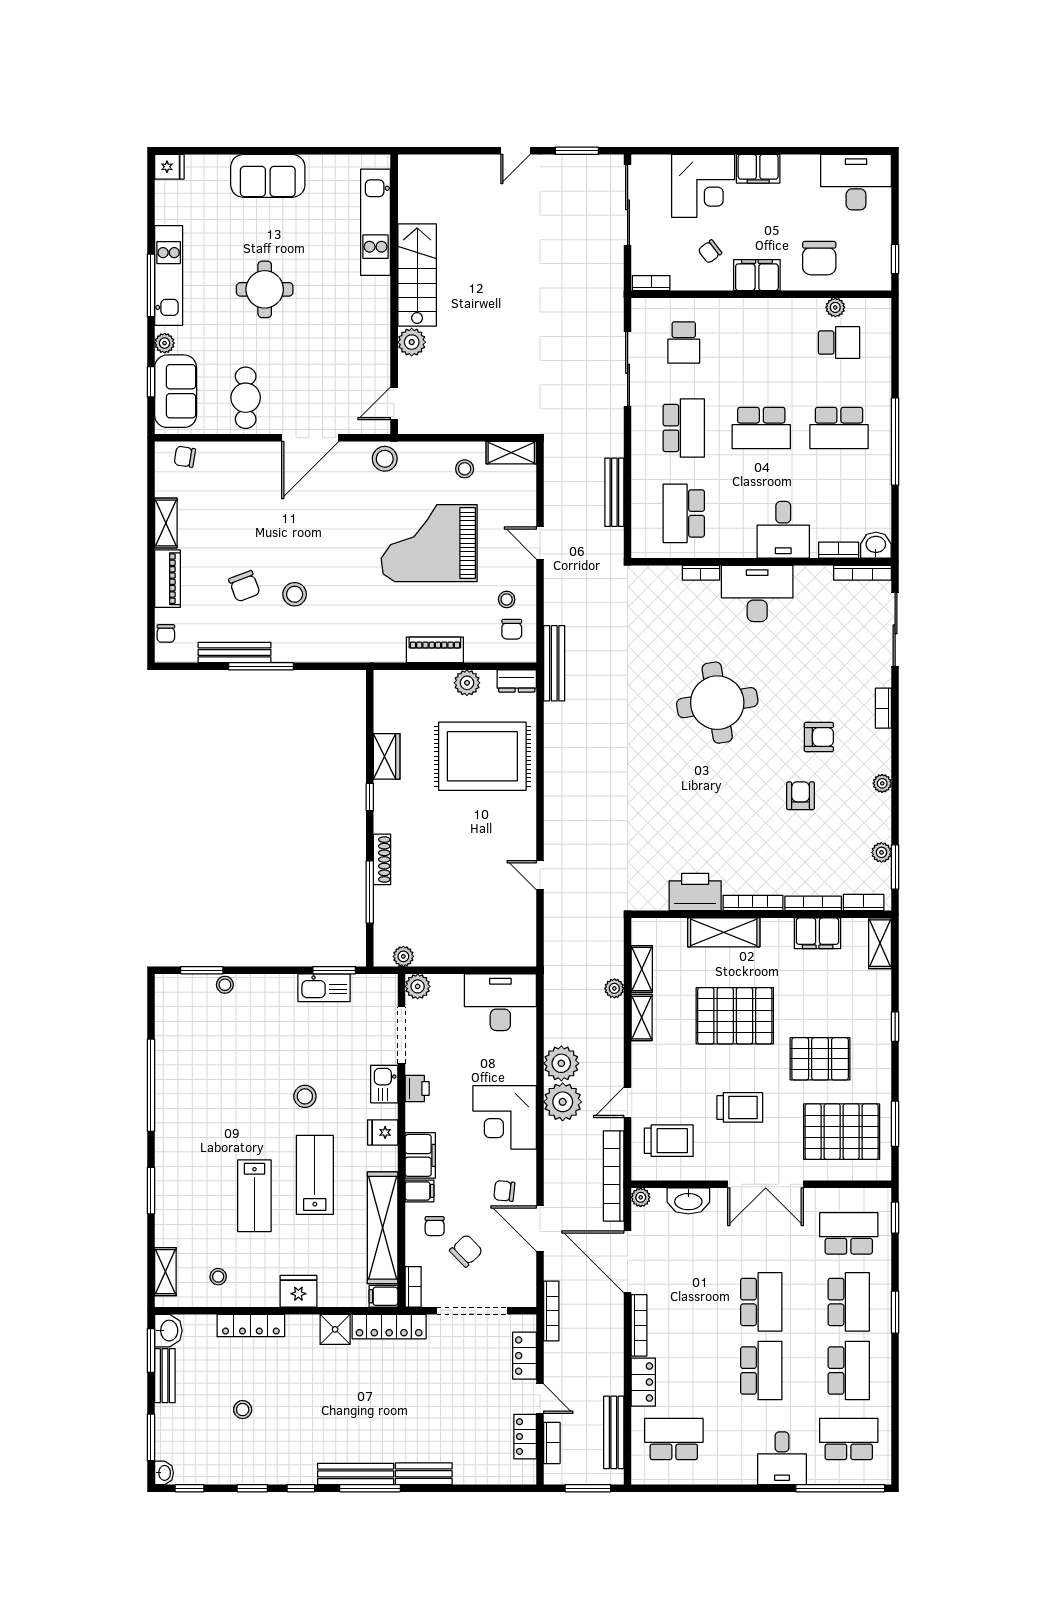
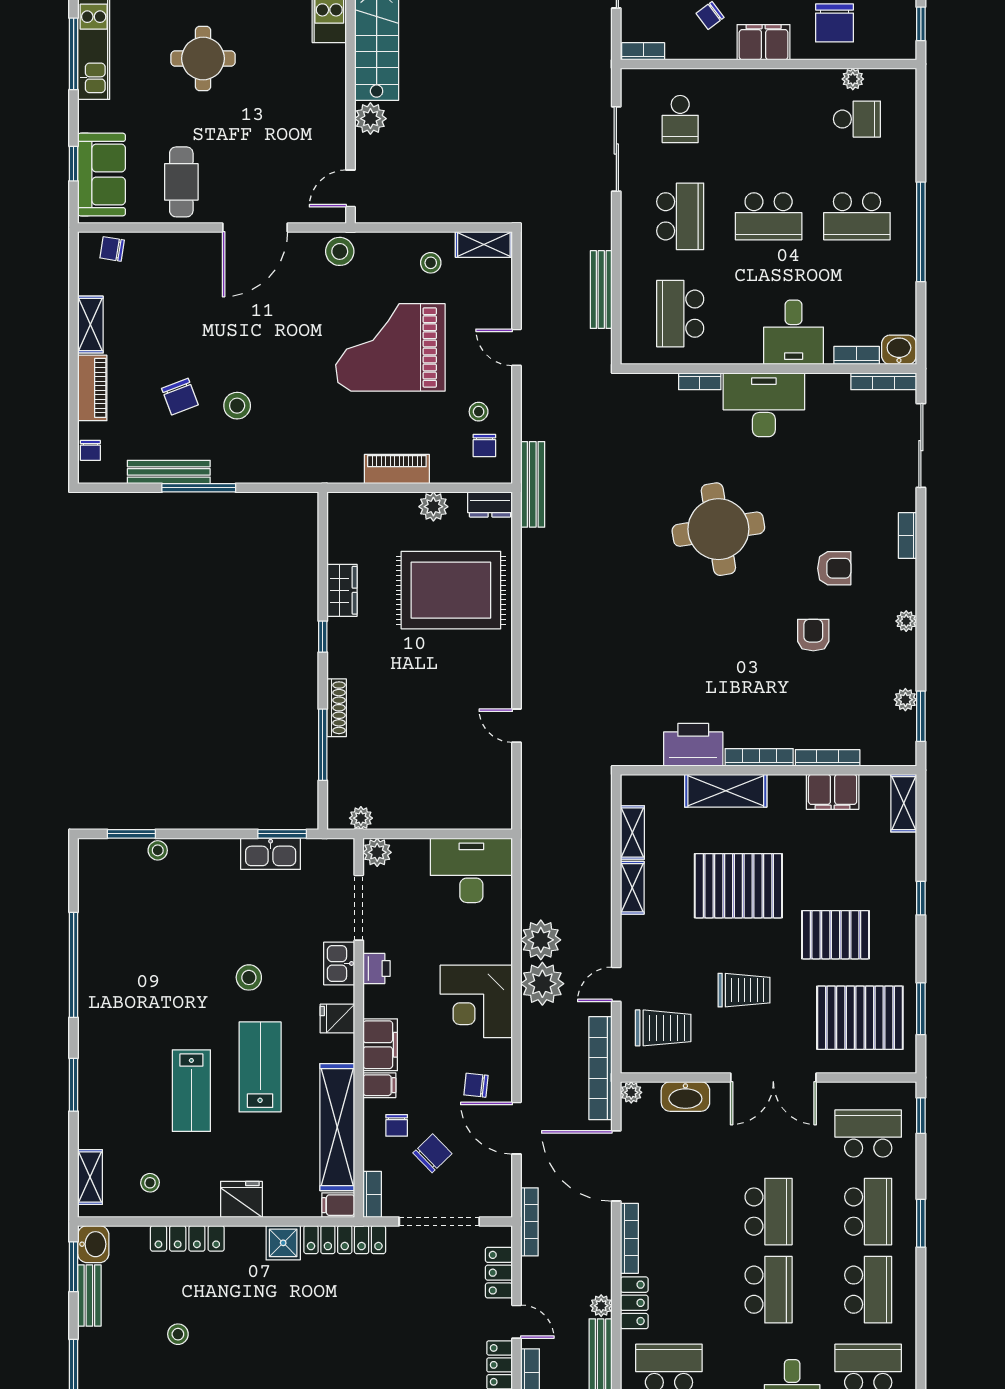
plant: (165, 343) -> (89, 120), removed
bookcase: (864, 903) -> (885, 757), removed
plant: (614, 988) -> (601, 1306), moved

